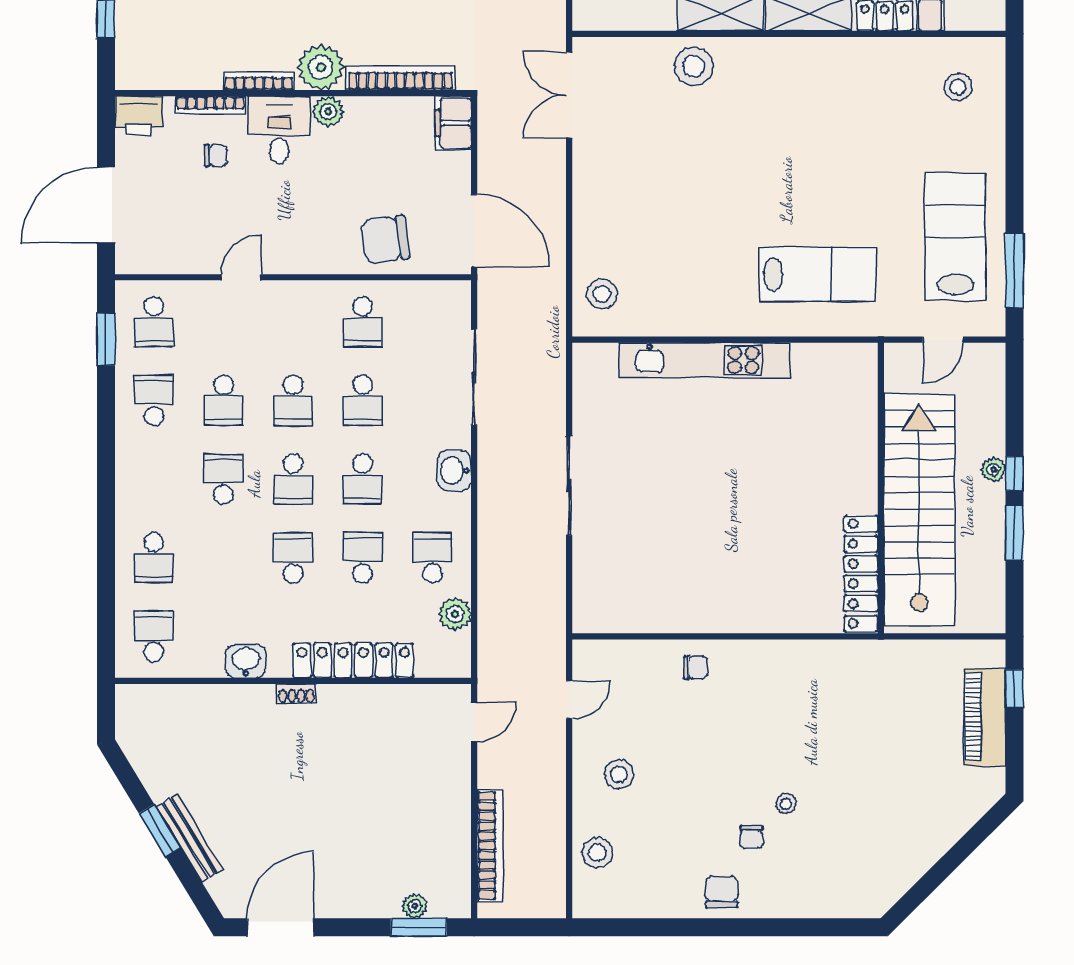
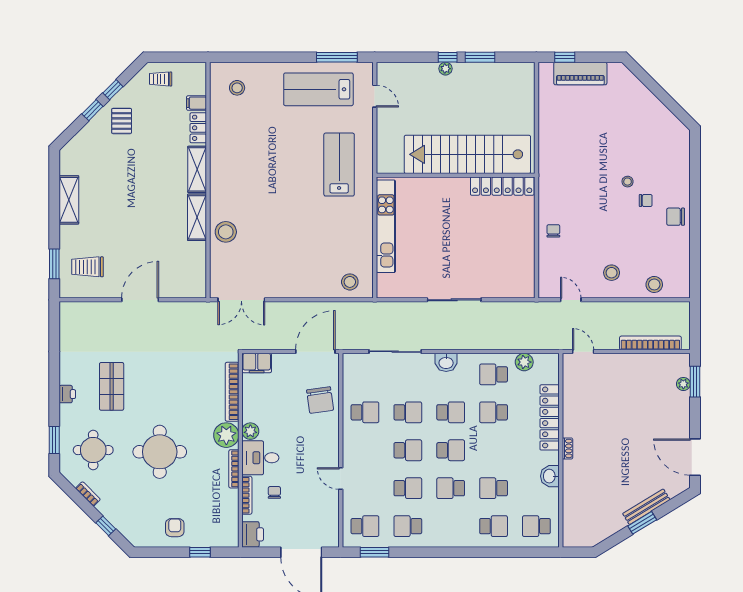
wall: (881, 488) -> (456, 175), moved
stairs: (919, 510) -> (467, 154), moved
school desk: (293, 558) -> (494, 488), moved
locker: (861, 574) -> (502, 186), moved

